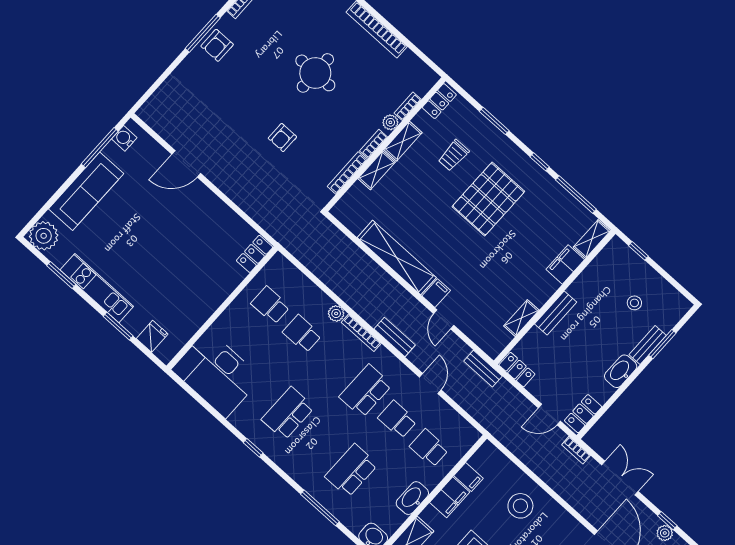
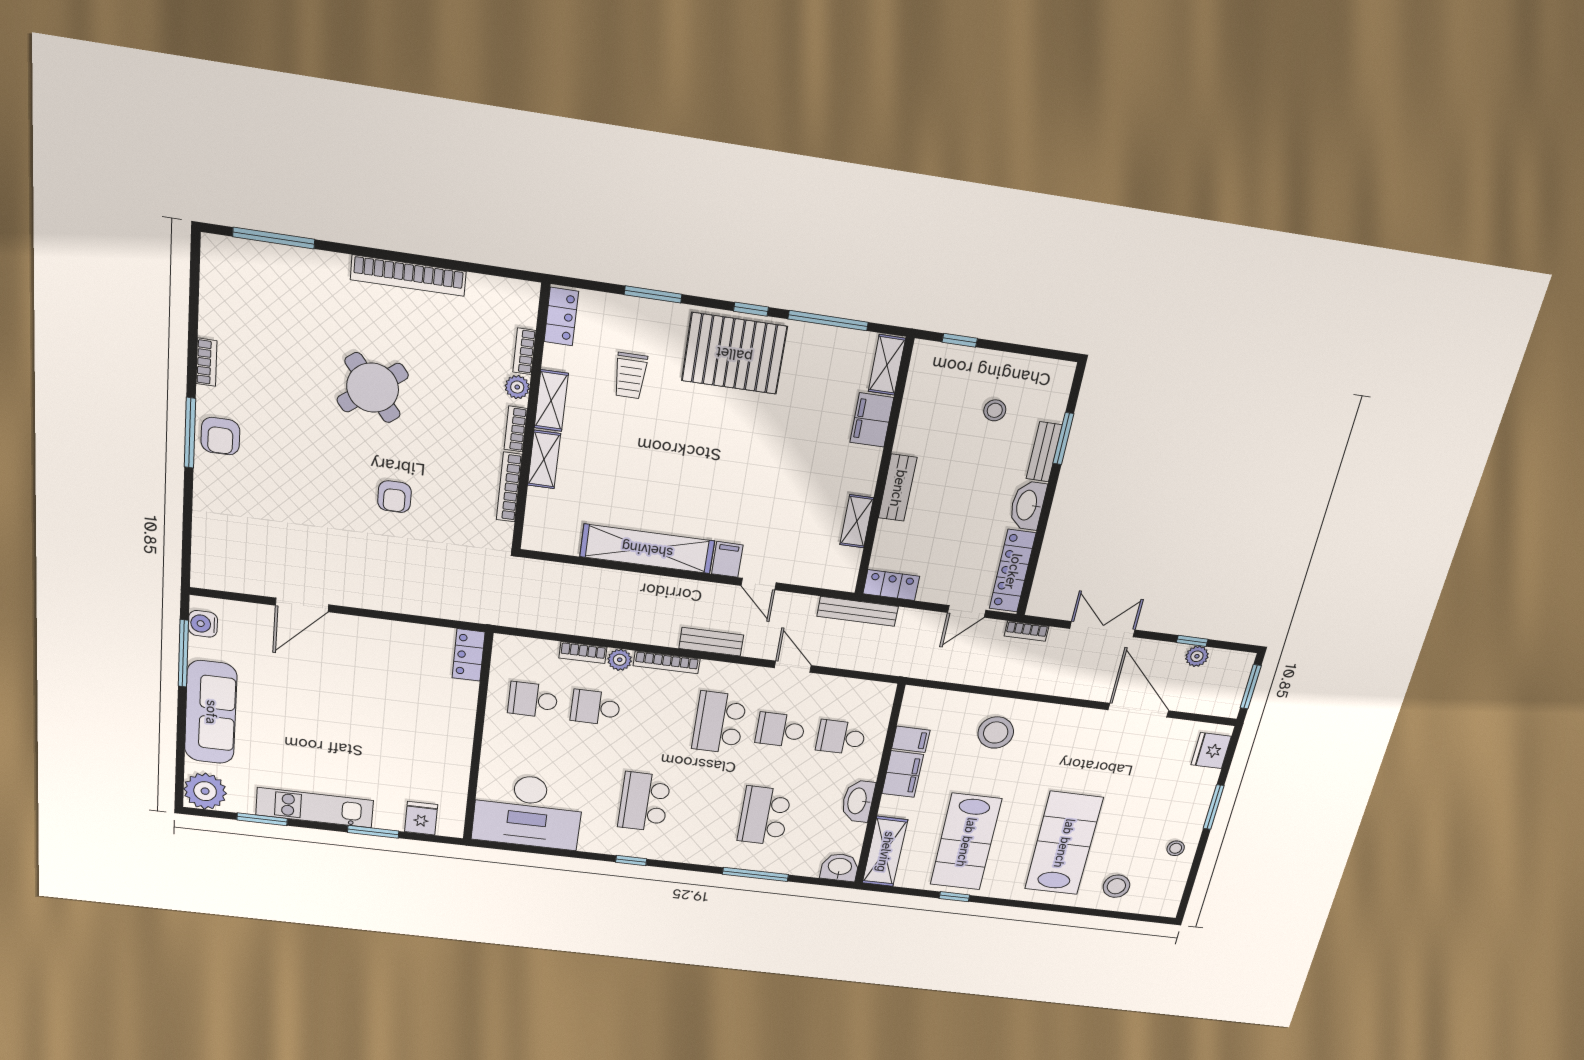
round table: (315, 73) -> (373, 388), turned -38
pallet: (488, 199) -> (734, 354), moved, turned 90
bookcase: (319, 295) -> (583, 653), added
bench: (483, 369) -> (858, 611), width x1.36
locker: (583, 414) -> (1013, 571), width x1.53

